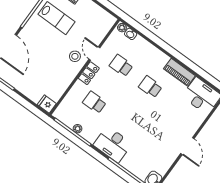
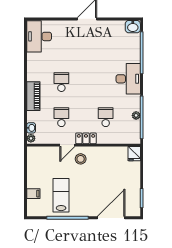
school desk: (121, 66) -> (61, 117), turned 180
piano: (179, 72) -> (33, 96), moved
school desk: (150, 87) -> (61, 82), turned 180
school desk: (94, 102) -> (106, 117), turned 180

